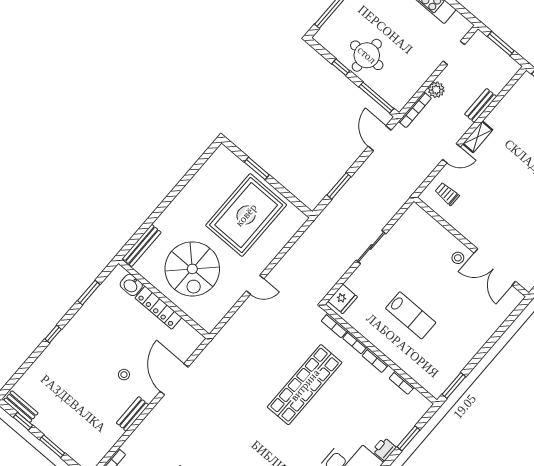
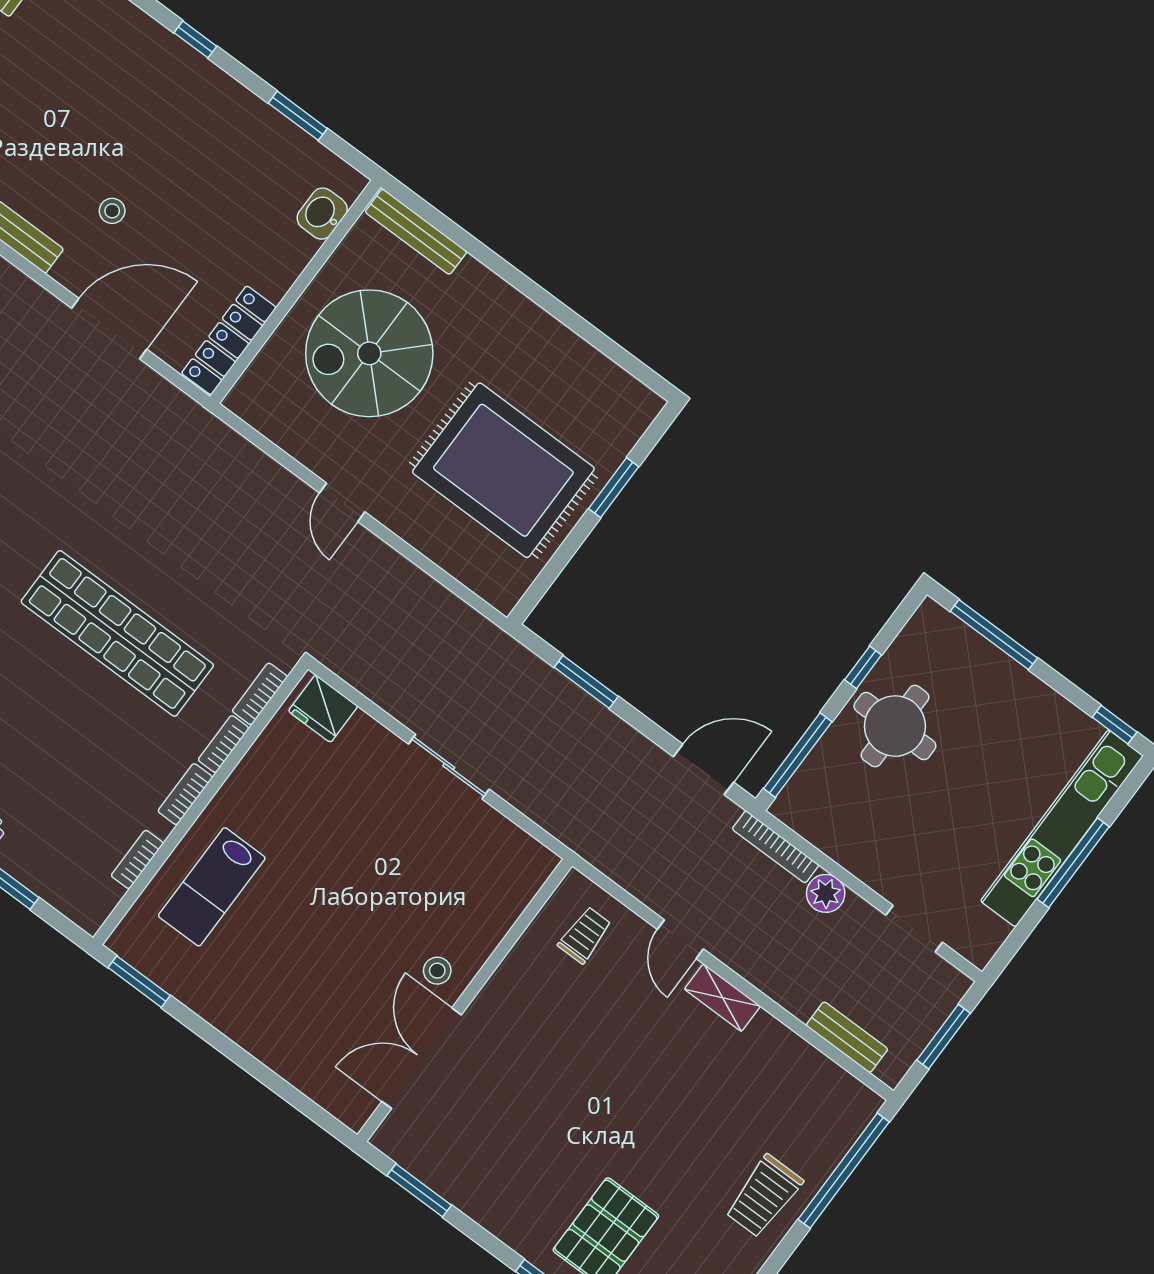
bench: (481, 105) -> (847, 1037), moved
locker: (158, 308) -> (229, 340), moved
lab bench: (411, 315) -> (212, 887), moved

